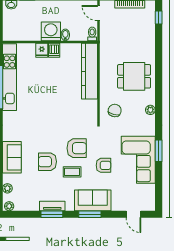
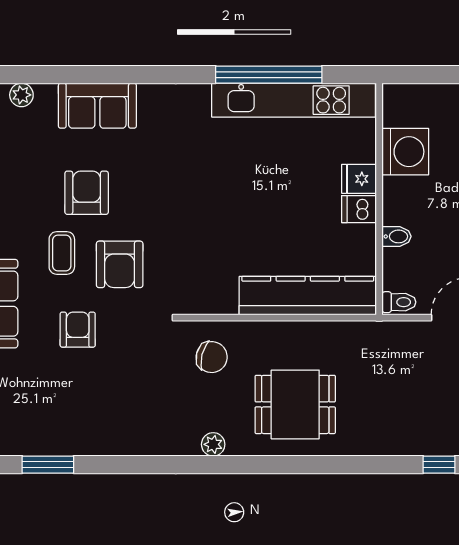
washing machine: (51, 31) -> (405, 152), moved
dining table: (134, 76) -> (295, 404), turned 90
window: (159, 151) -> (48, 465), moved
corner sofa: (138, 160) -> (91, 415), removed
armchair: (103, 165) -> (78, 330), turned 180

